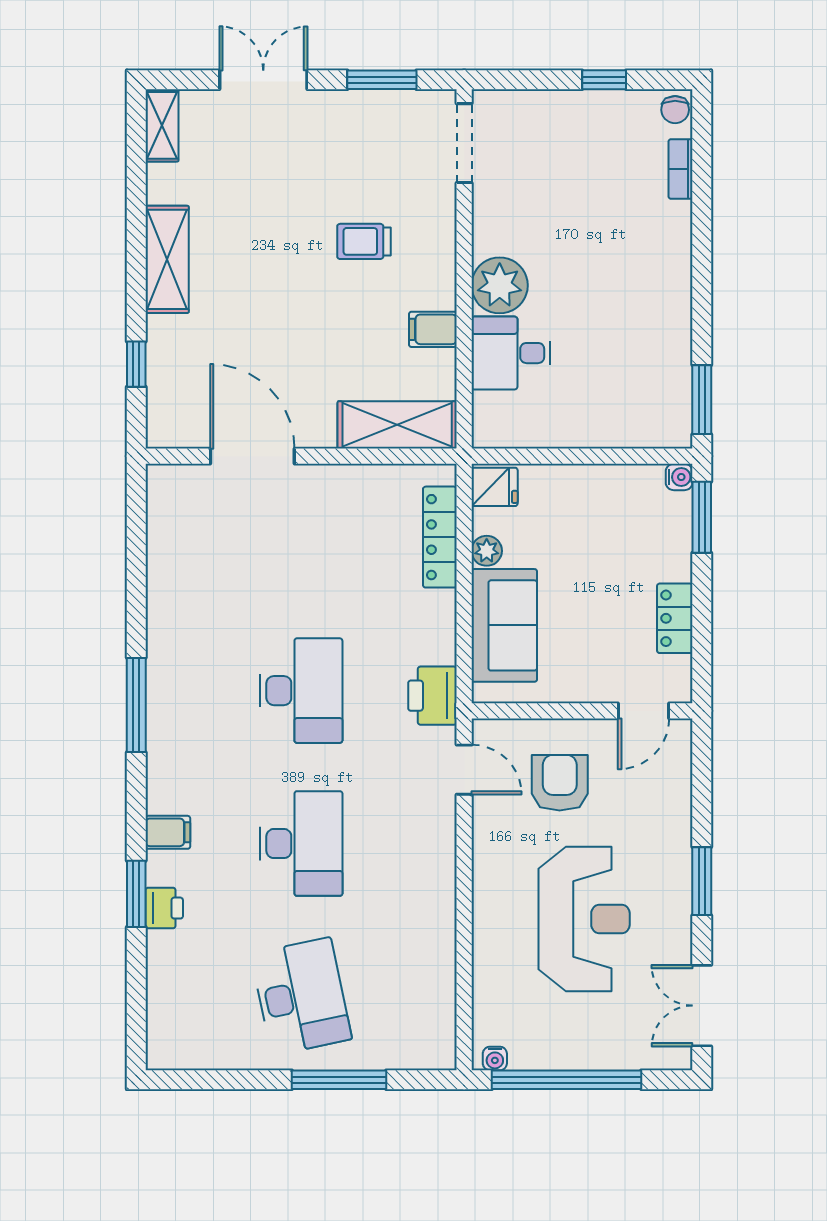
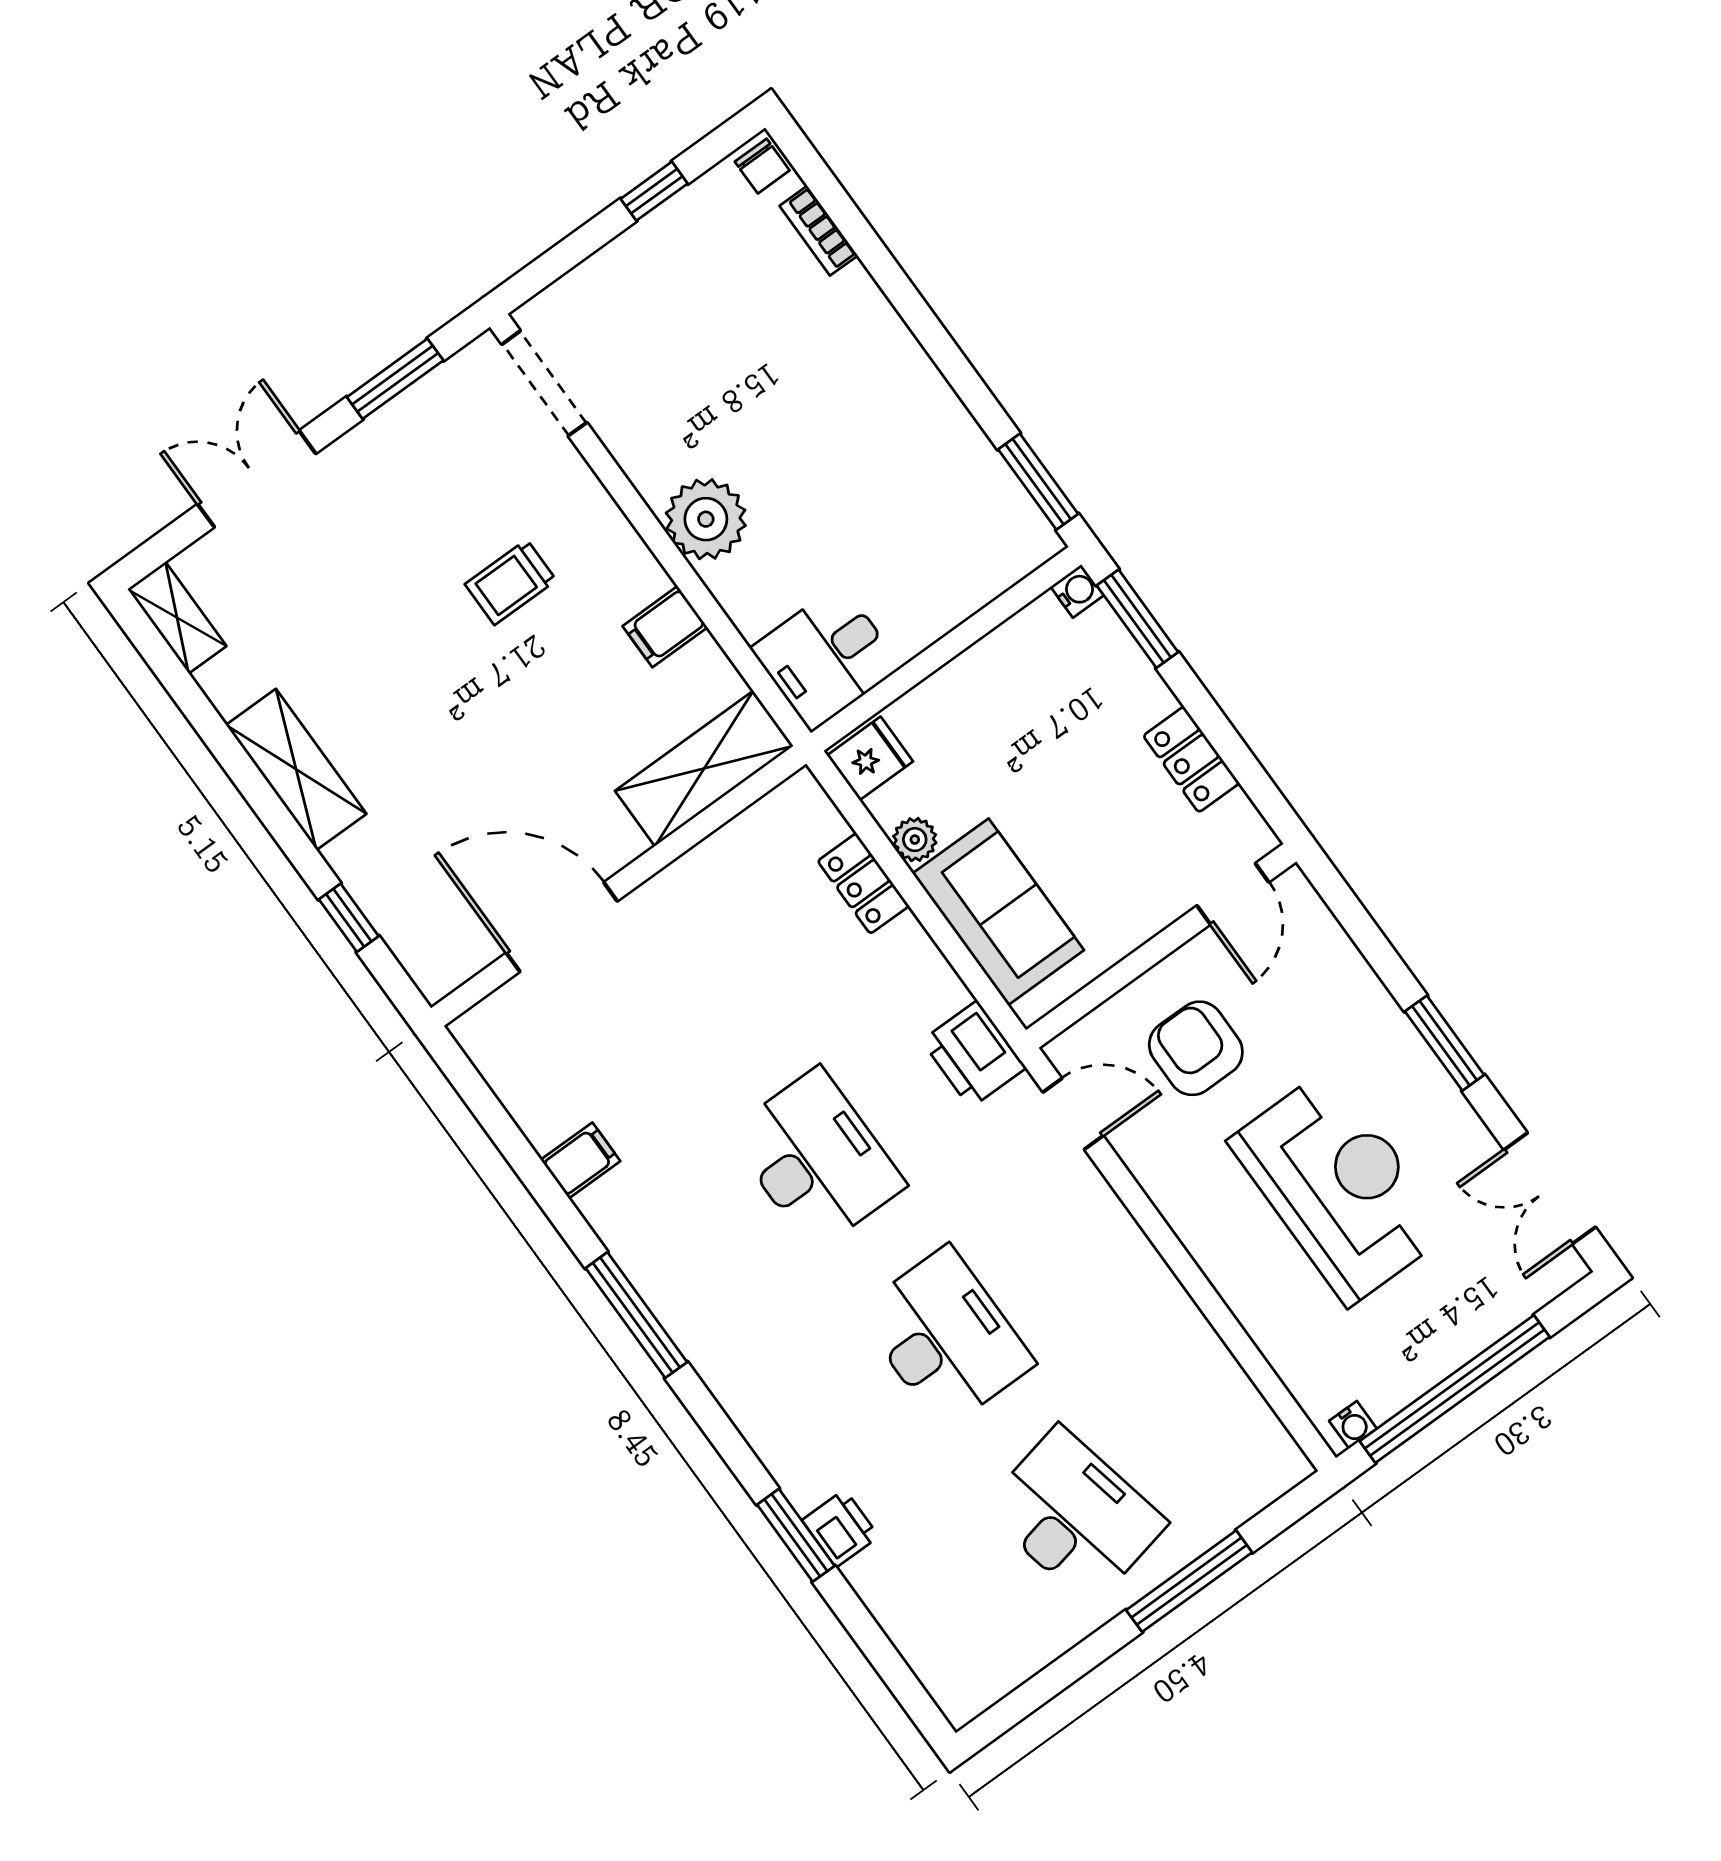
desk: (511, 353) -> (826, 657), moved
locker: (440, 537) -> (863, 883), width x0.66
filing cabinet: (168, 832) -> (581, 1160), moved

